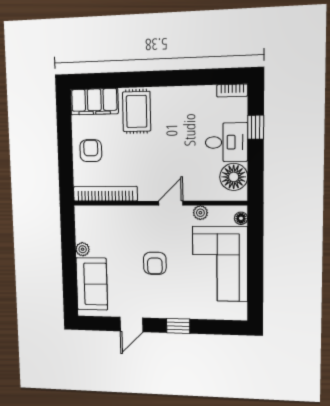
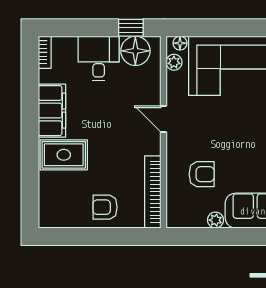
filing cabinet: (94, 102) -> (52, 111), moved
window: (256, 127) -> (131, 28), moved
plant: (200, 213) -> (174, 62), moved
armchair: (155, 263) -> (202, 174), moved

